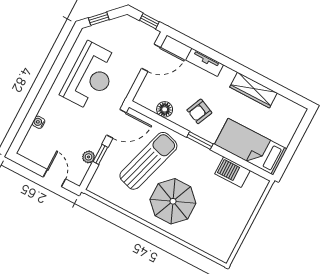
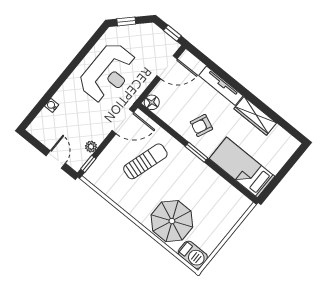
tv unit: (205, 62) -> (221, 86), width x1.41
floor lamp: (165, 109) -> (152, 102), moved
window: (100, 154) -> (88, 164), moved
sun lounger: (148, 161) -> (145, 161), width x0.73, depth x0.75
barbecue: (232, 172) -> (193, 255), moved, turned 180
parasol: (173, 201) -> (172, 221), moved

